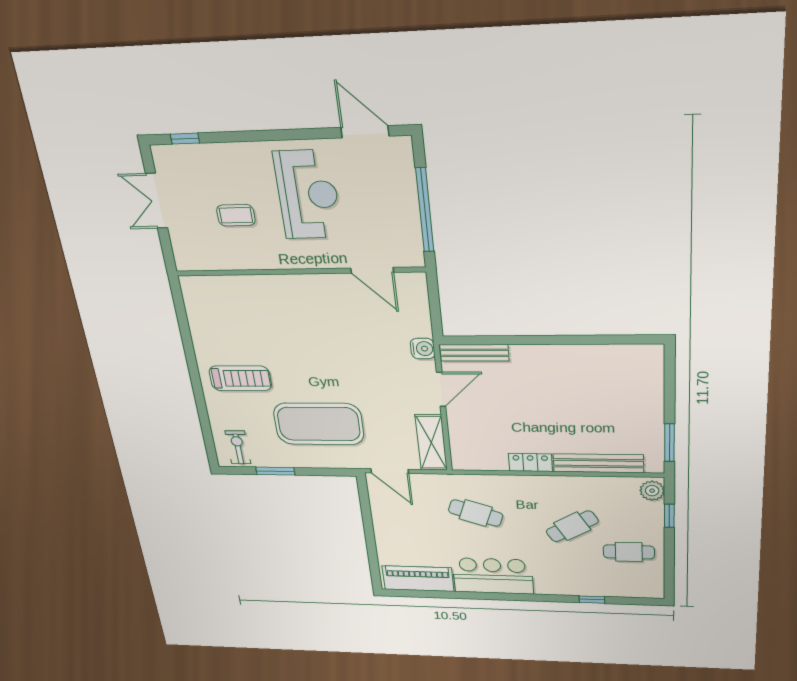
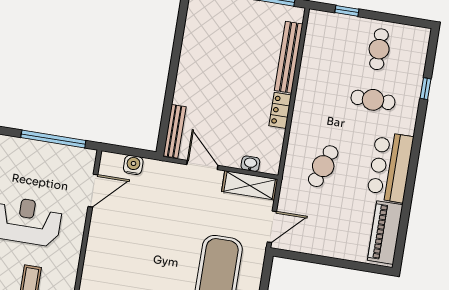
water cooler: (423, 349) -> (133, 165), moved
washbasin: (457, 440) -> (250, 164), added
plant: (652, 491) -> (321, 20), removed
cafe table: (572, 526) -> (373, 100), moved, turned -59

